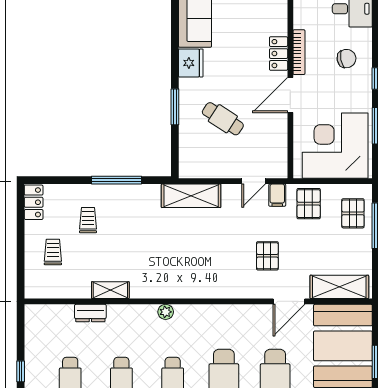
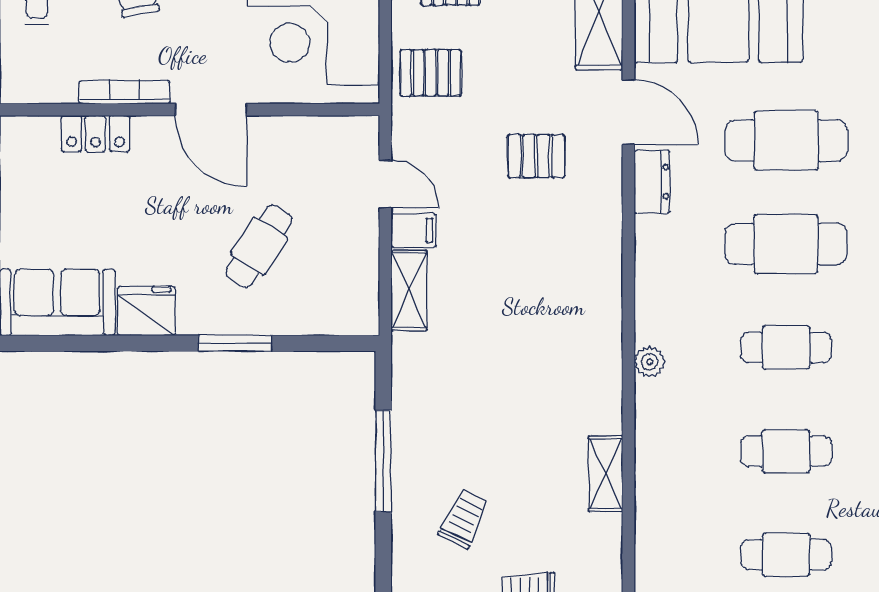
locker: (279, 54) -> (95, 134), moved
filing cabinet: (277, 195) -> (414, 230), moved
shelving: (191, 196) -> (409, 290), width x0.67, depth x0.75
trolley: (88, 220) -> (464, 519), turned 116
dresser: (90, 313) -> (652, 182), moved

